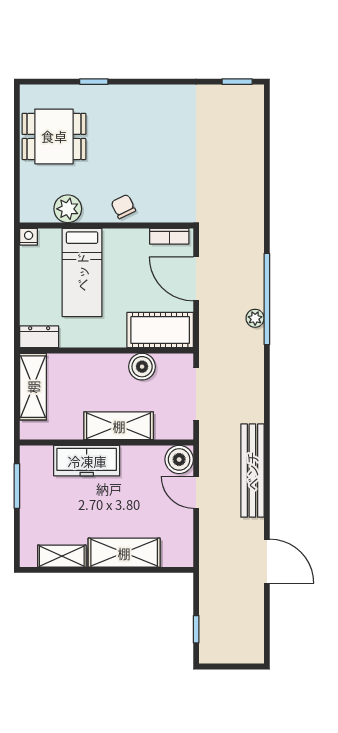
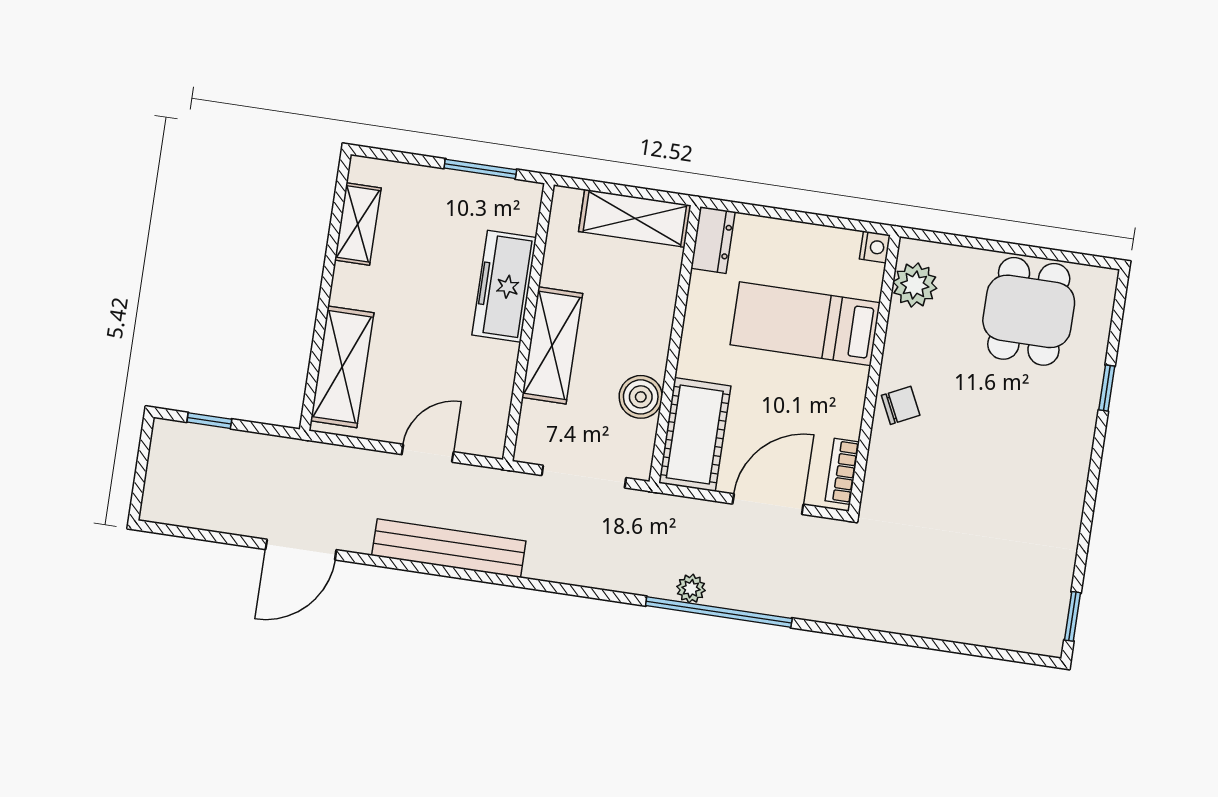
plant: (68, 209) -> (915, 285), moved
boiler: (179, 459) -> (484, 434), removed
shelving: (124, 553) -> (342, 367), moved

